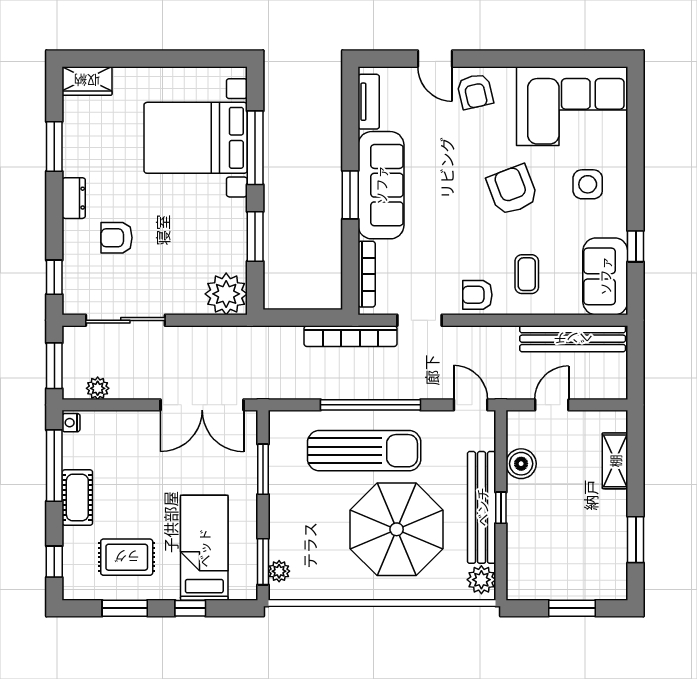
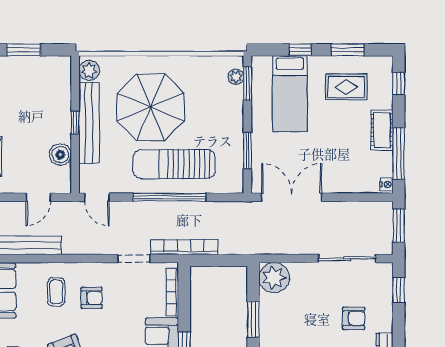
armchair: (477, 295) -> (92, 298), moved
plant: (98, 388) -> (367, 209), removed

